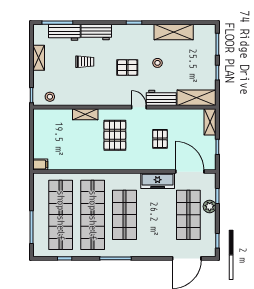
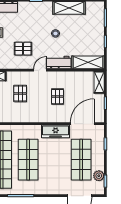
pallet: (127, 68) -> (23, 49), moved
door: (139, 107) -> (40, 70), hinge flipped
pallet: (115, 135) -> (20, 94), width x0.67, depth x0.71
door: (190, 172) -> (82, 124), hinge flipped
plant: (210, 206) -> (99, 176), moved

